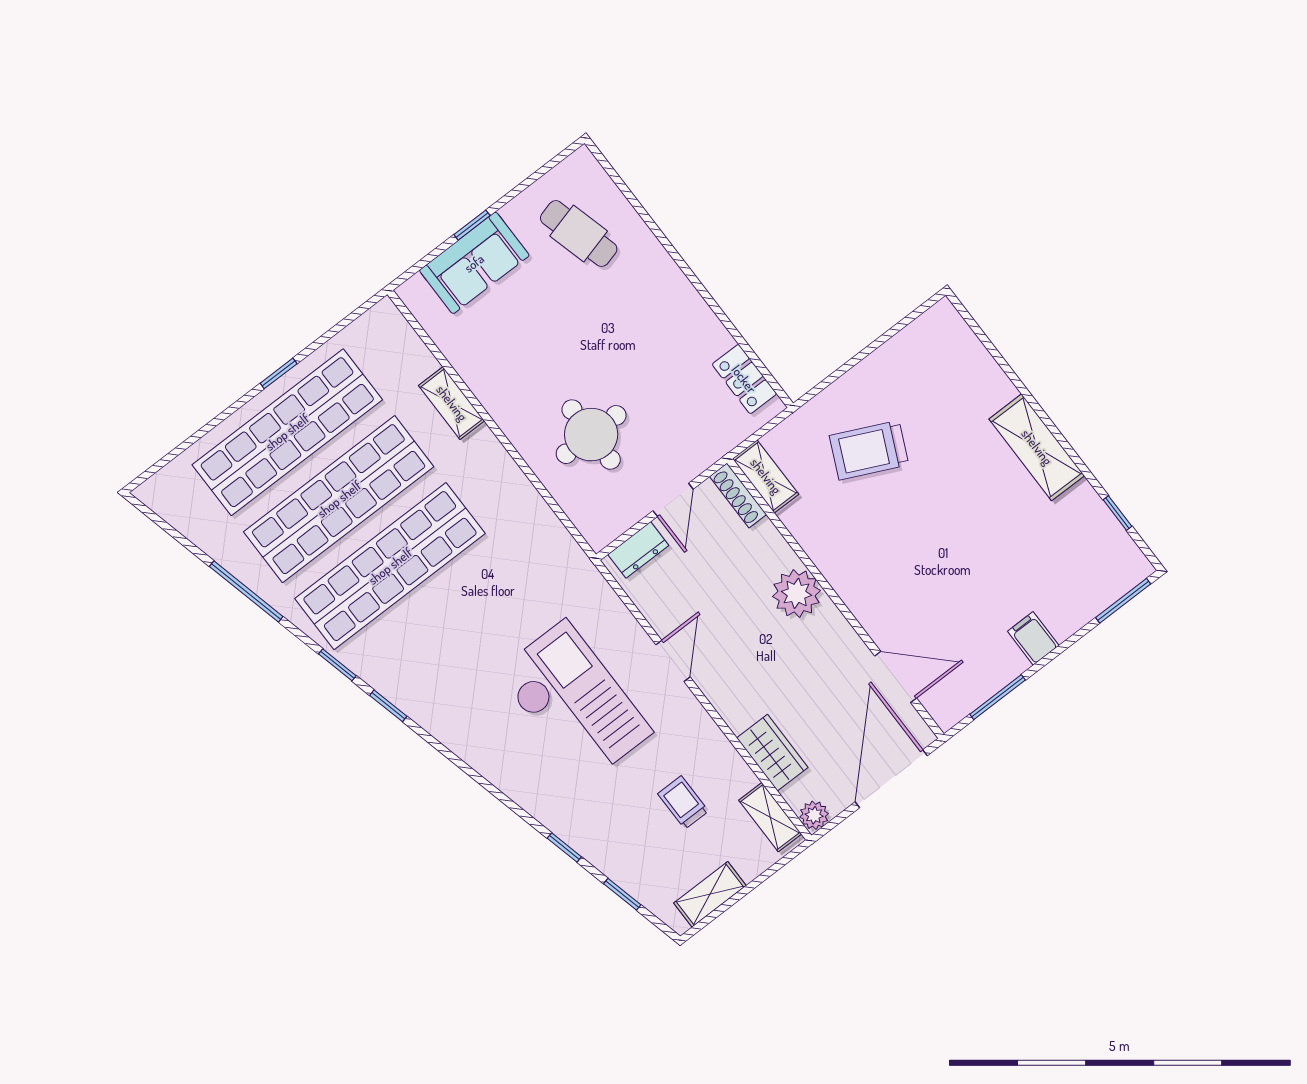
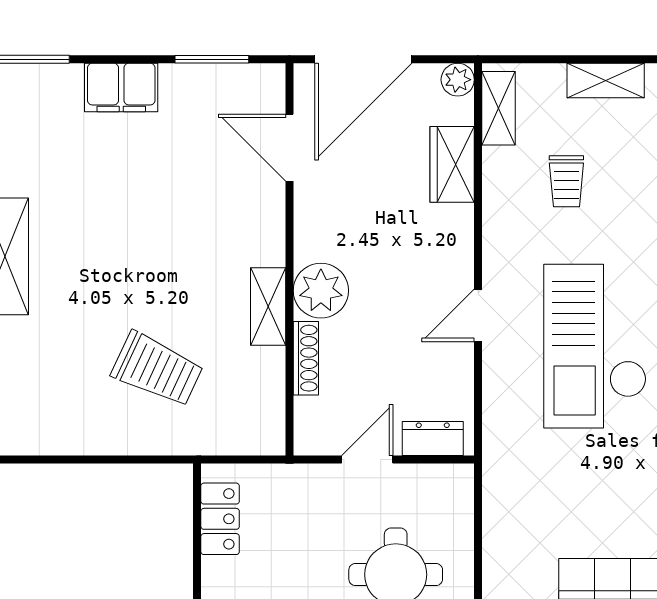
shelving: (766, 476) -> (268, 307), moved
shoe rack: (738, 495) -> (306, 358), moved
filing cabinet: (1033, 638) -> (121, 88), width x2.00

